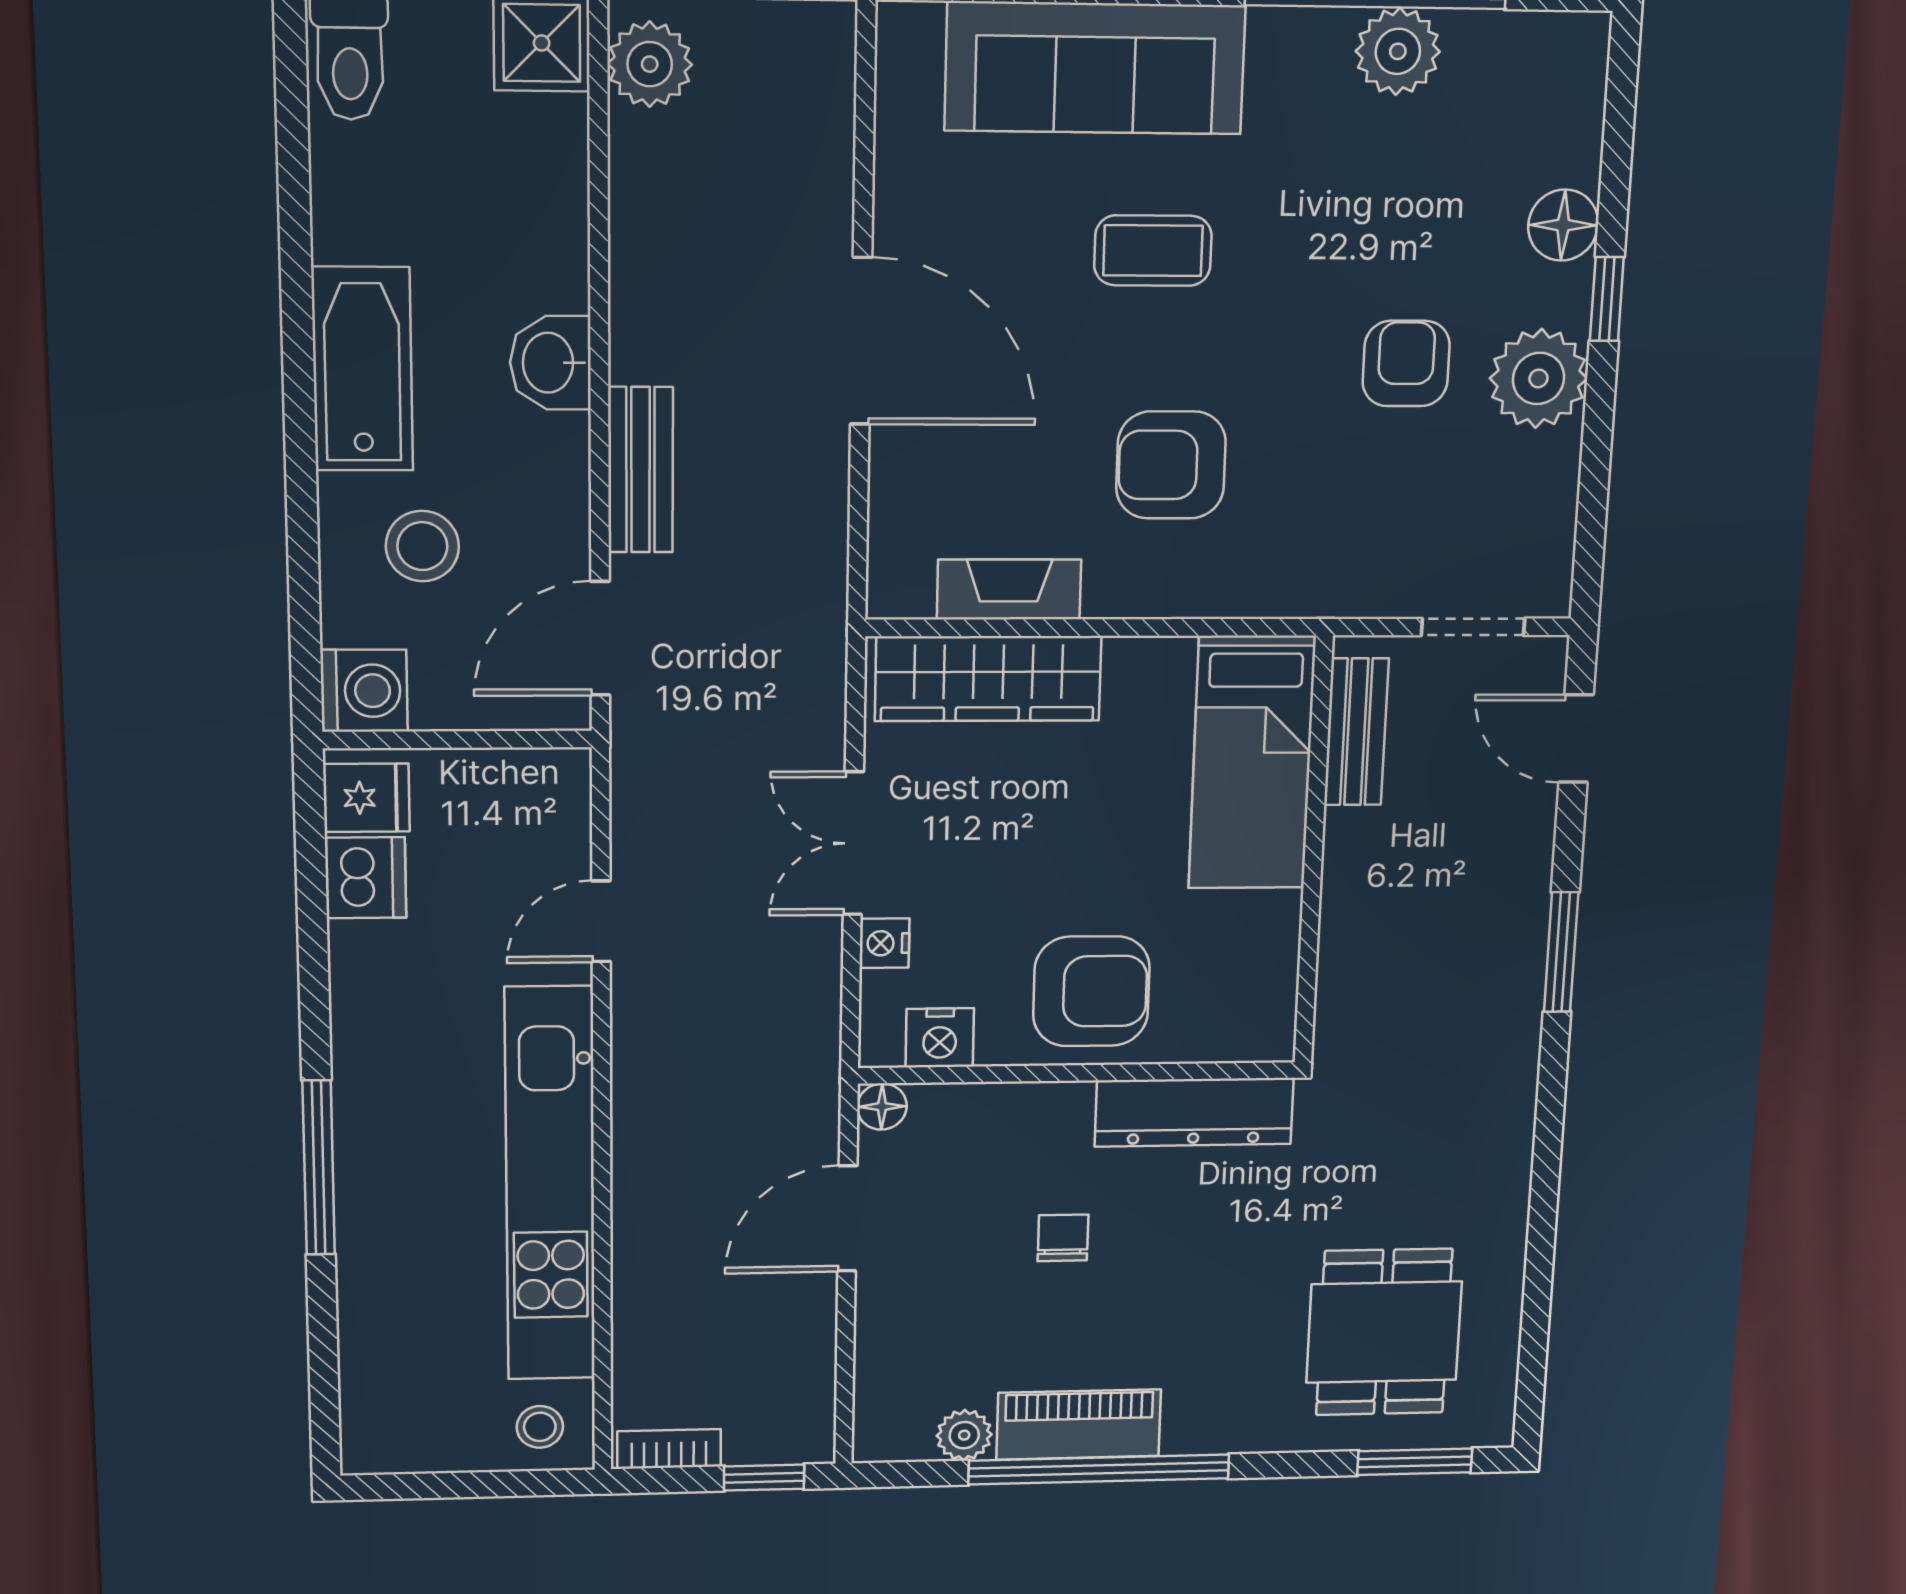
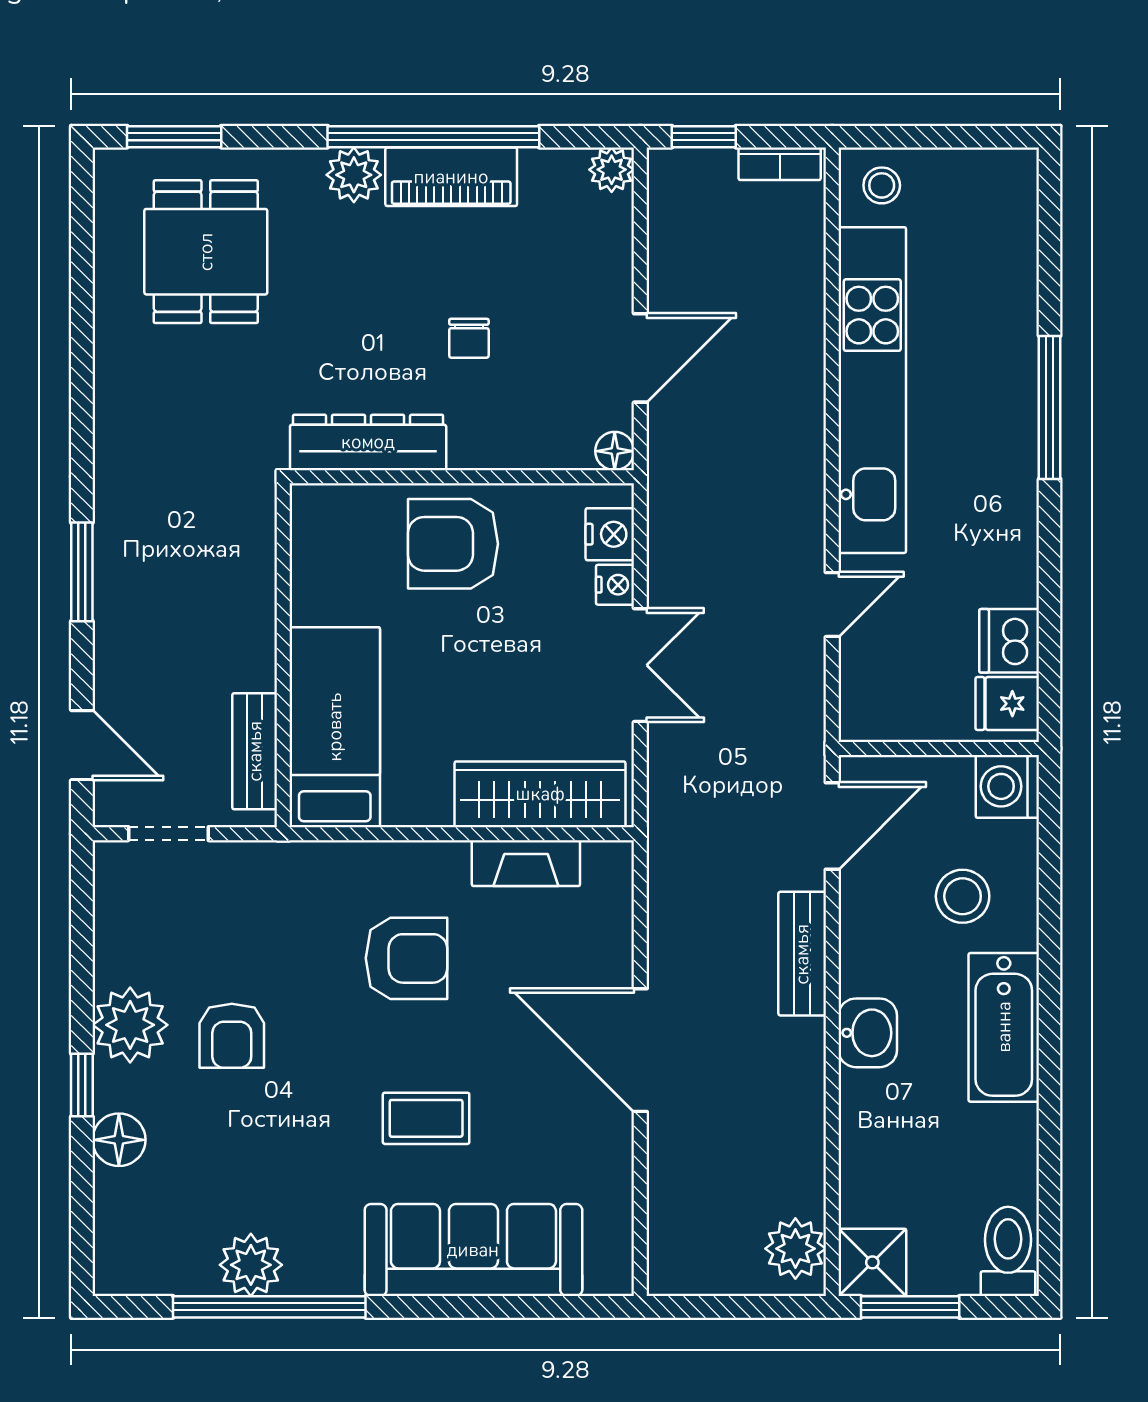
nightstand: (940, 1038) -> (610, 534), moved, turned 90
plant: (1198, 1424) -> (354, 175), added
plant: (964, 1435) -> (612, 170), moved

